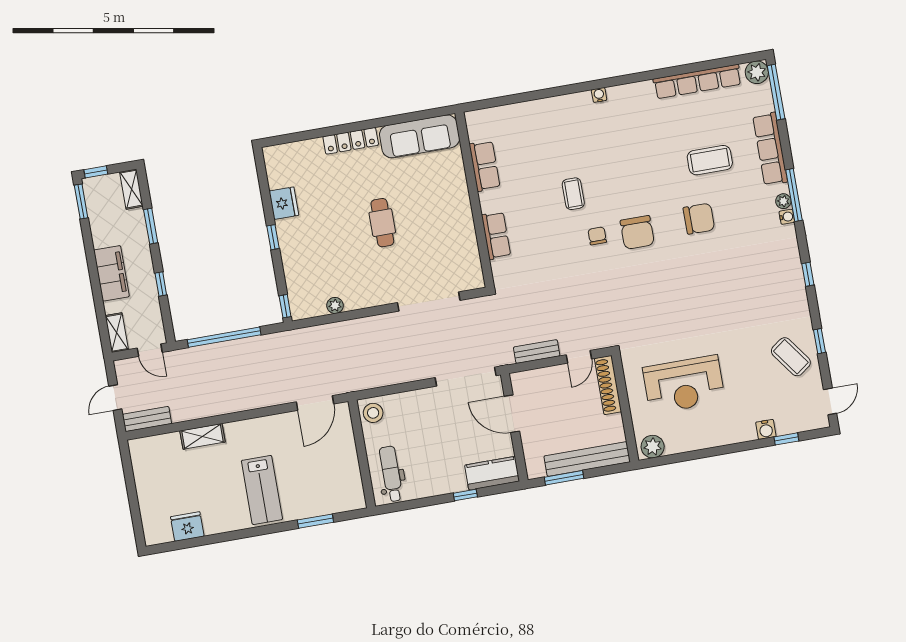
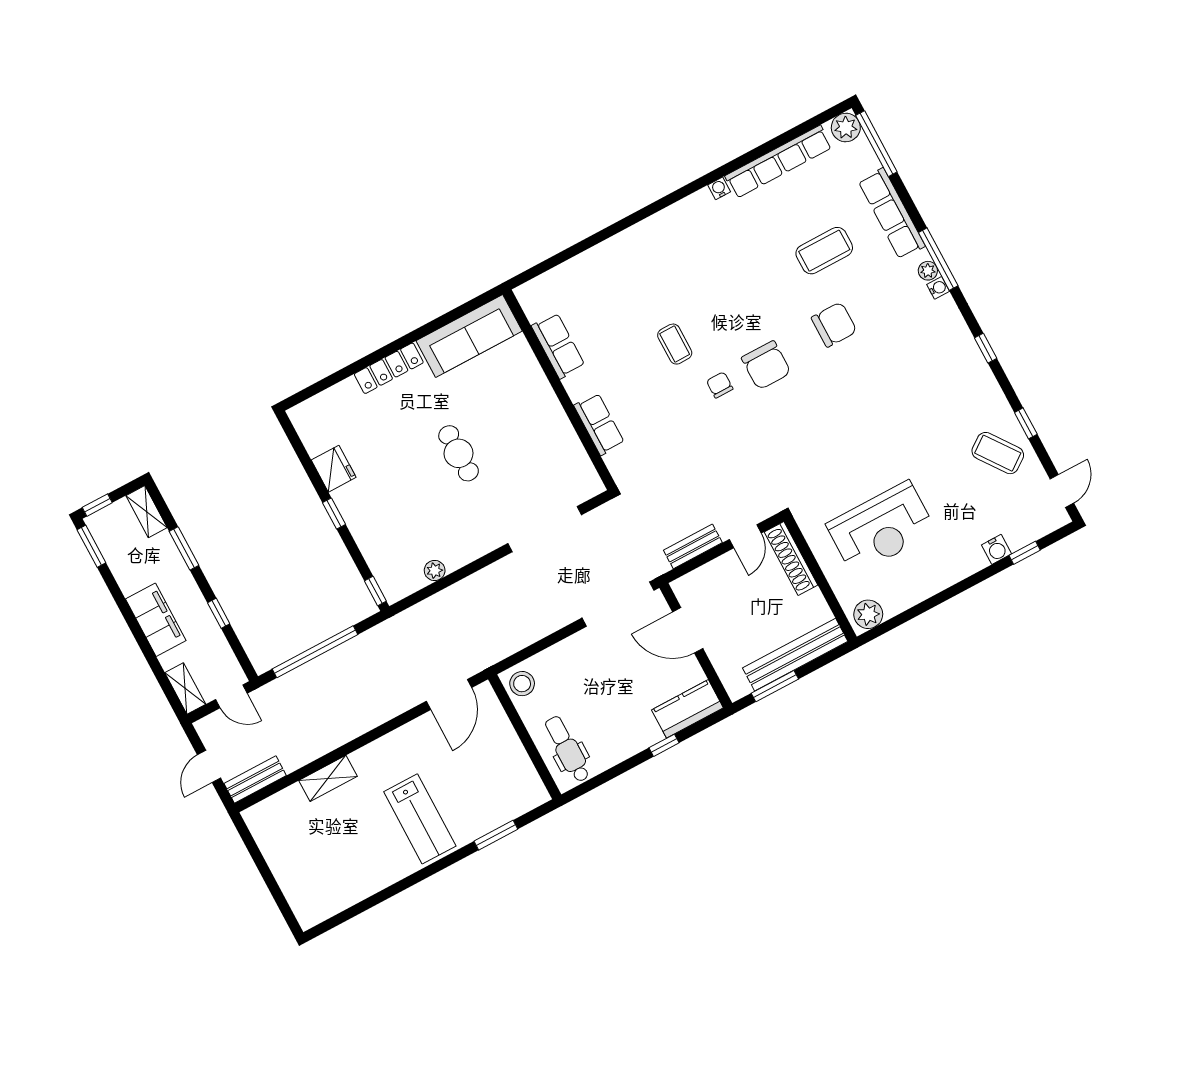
water cooler: (599, 95) -> (719, 188), moved
fridge: (187, 526) -> (345, 892), removed

